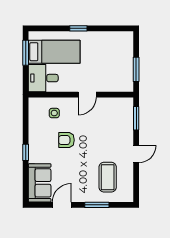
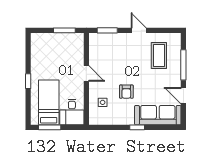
coffee table: (108, 177) -> (159, 55), turned 90
sofa: (40, 183) -> (158, 115), width x1.36
window: (97, 205) -> (183, 65), width x1.44

